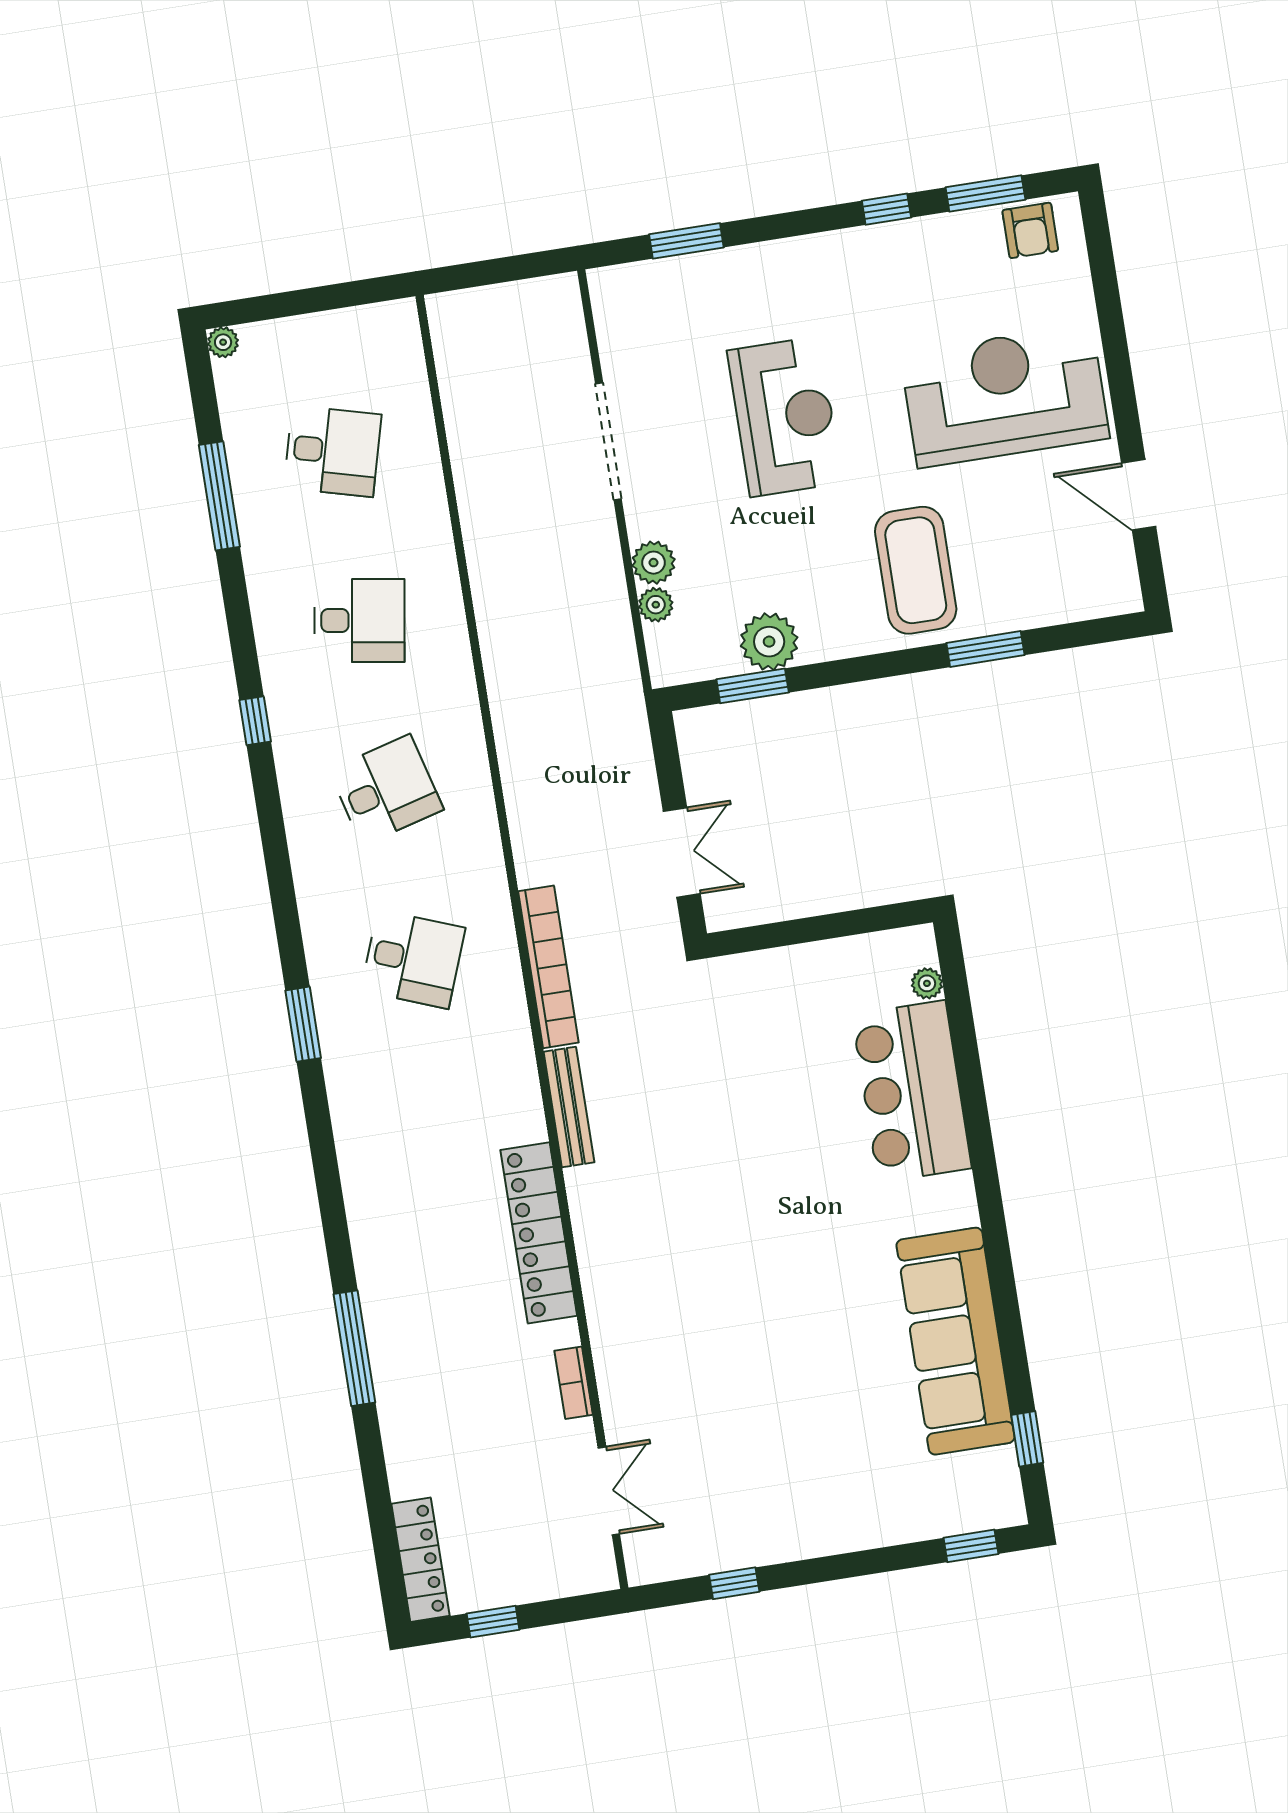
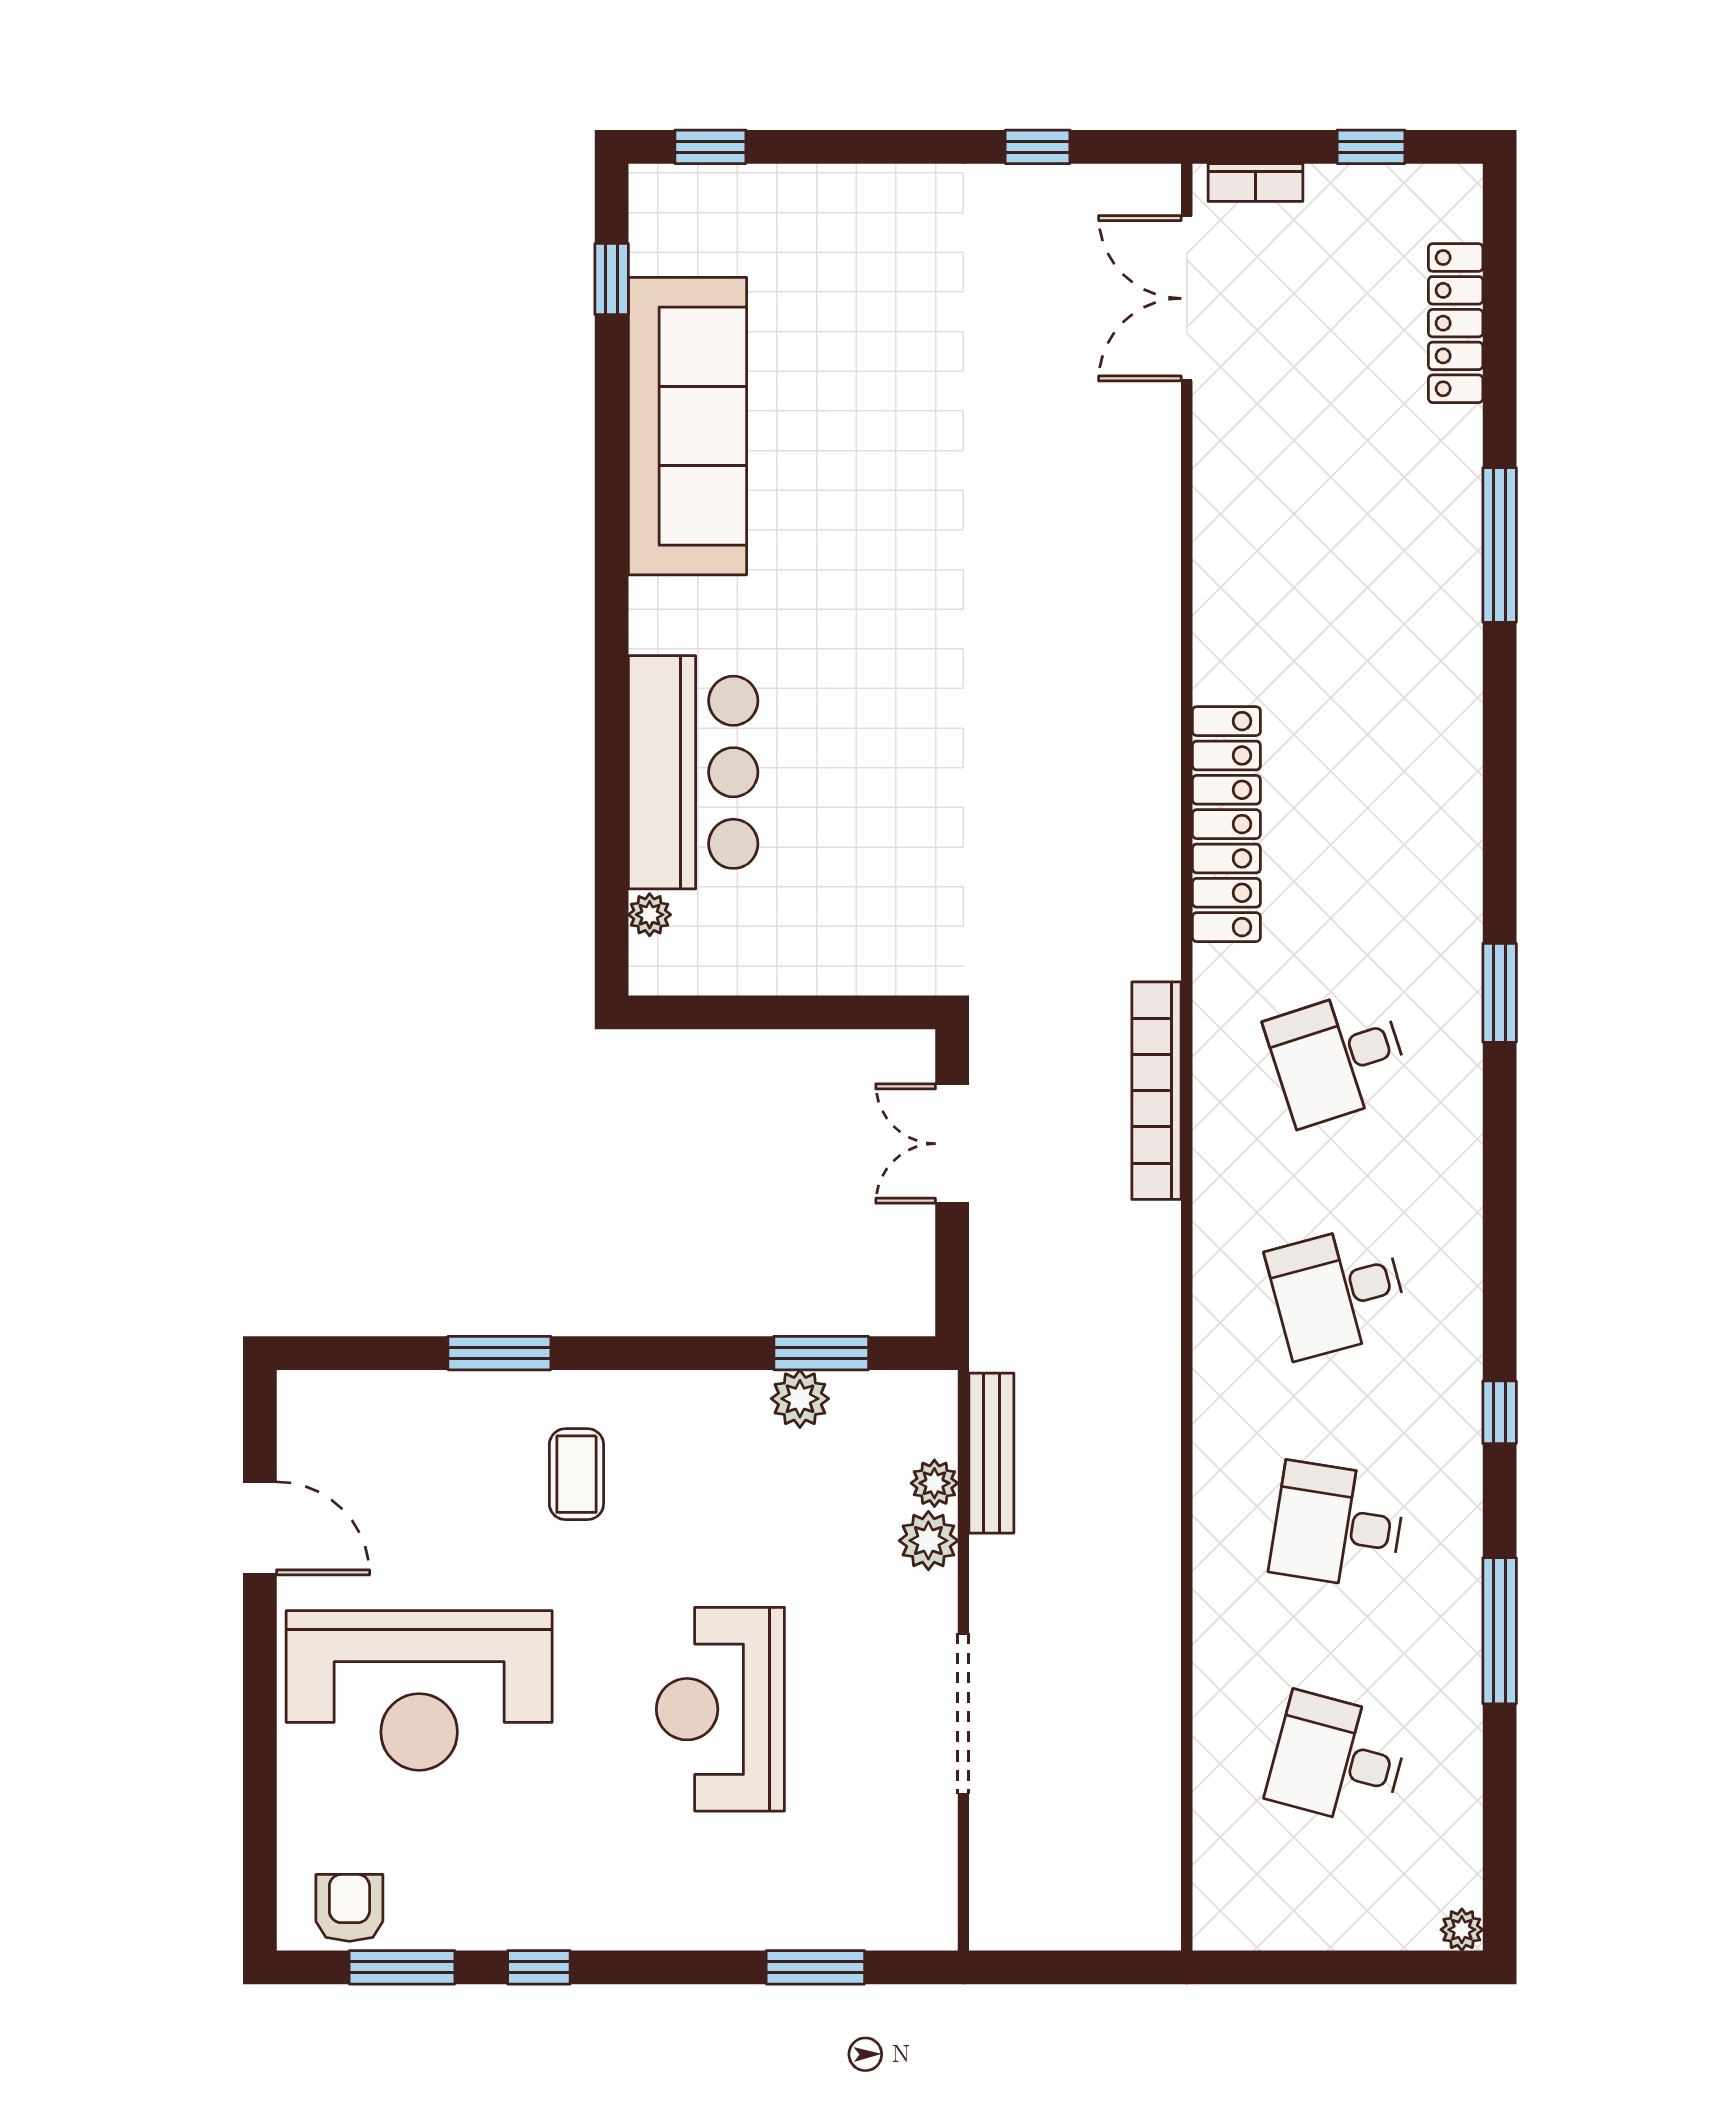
window: (219, 496) -> (1500, 1631), moved
coffee table: (916, 570) -> (576, 1474), width x0.54, depth x0.58
plant: (769, 642) -> (800, 1399), width x0.73, depth x0.73
desk: (413, 959) -> (1338, 1057), turned -39
bookcase: (548, 967) -> (1157, 1091), moved
bench: (569, 1107) -> (991, 1453), moved
locker: (539, 1233) -> (1226, 824), moved
bookcase: (574, 1383) -> (1255, 183), moved, turned 90
double door: (609, 1491) -> (1187, 298), width x1.37
locker: (420, 1560) -> (1456, 323), moved

